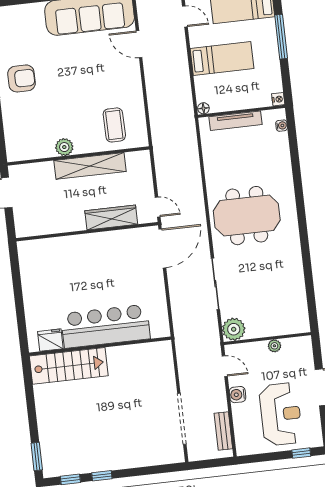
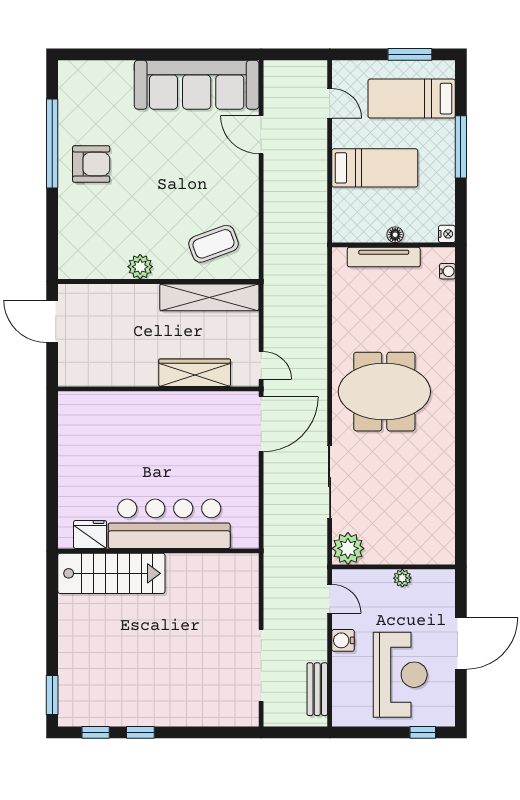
floor lamp: (203, 108) -> (395, 235), moved
coffee table: (114, 125) -> (214, 244), turned 71
shelving: (90, 166) -> (209, 297), moved

